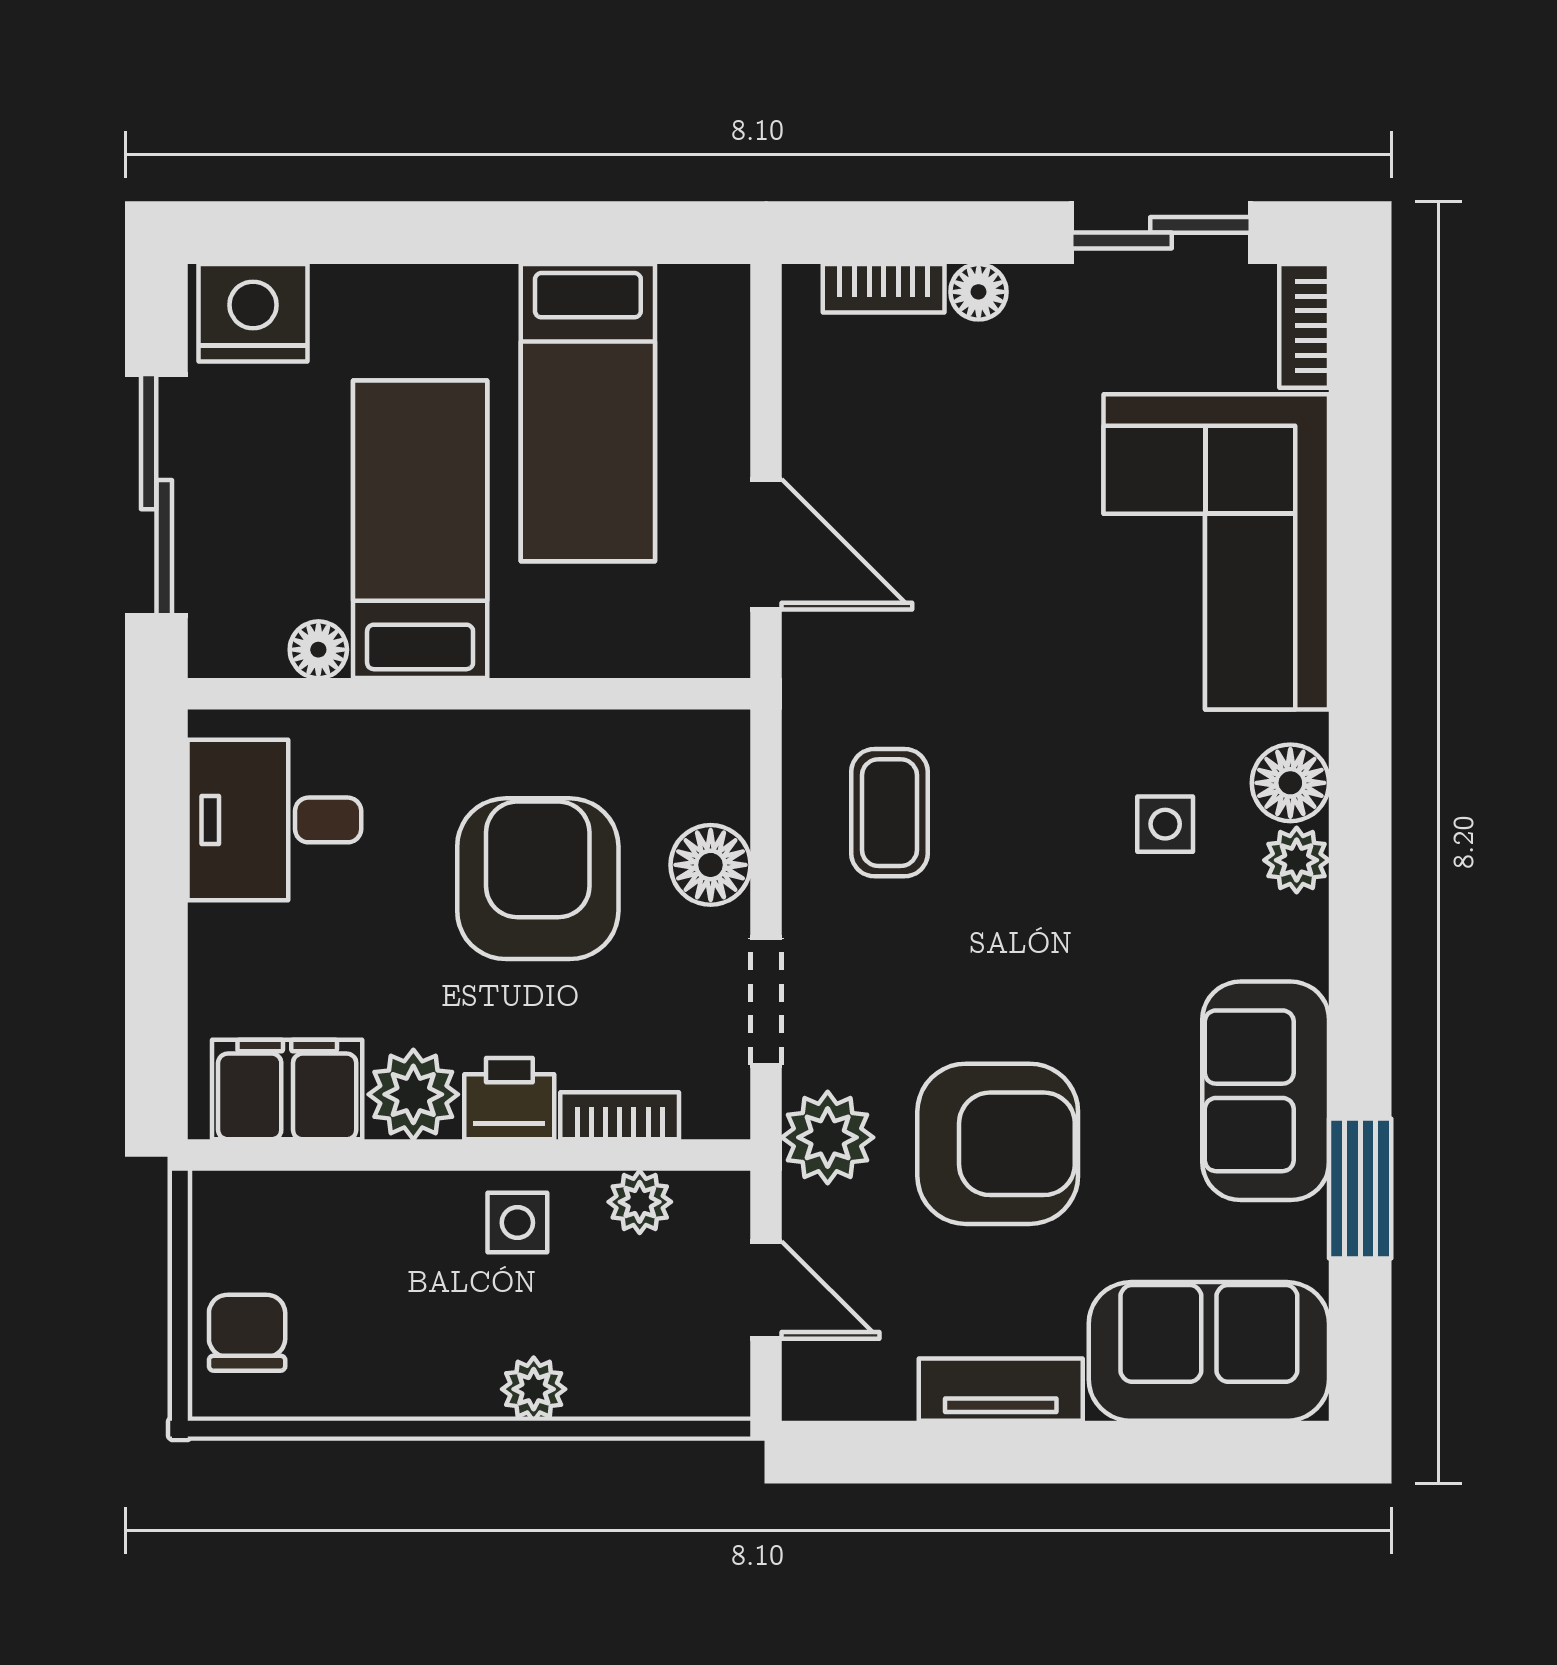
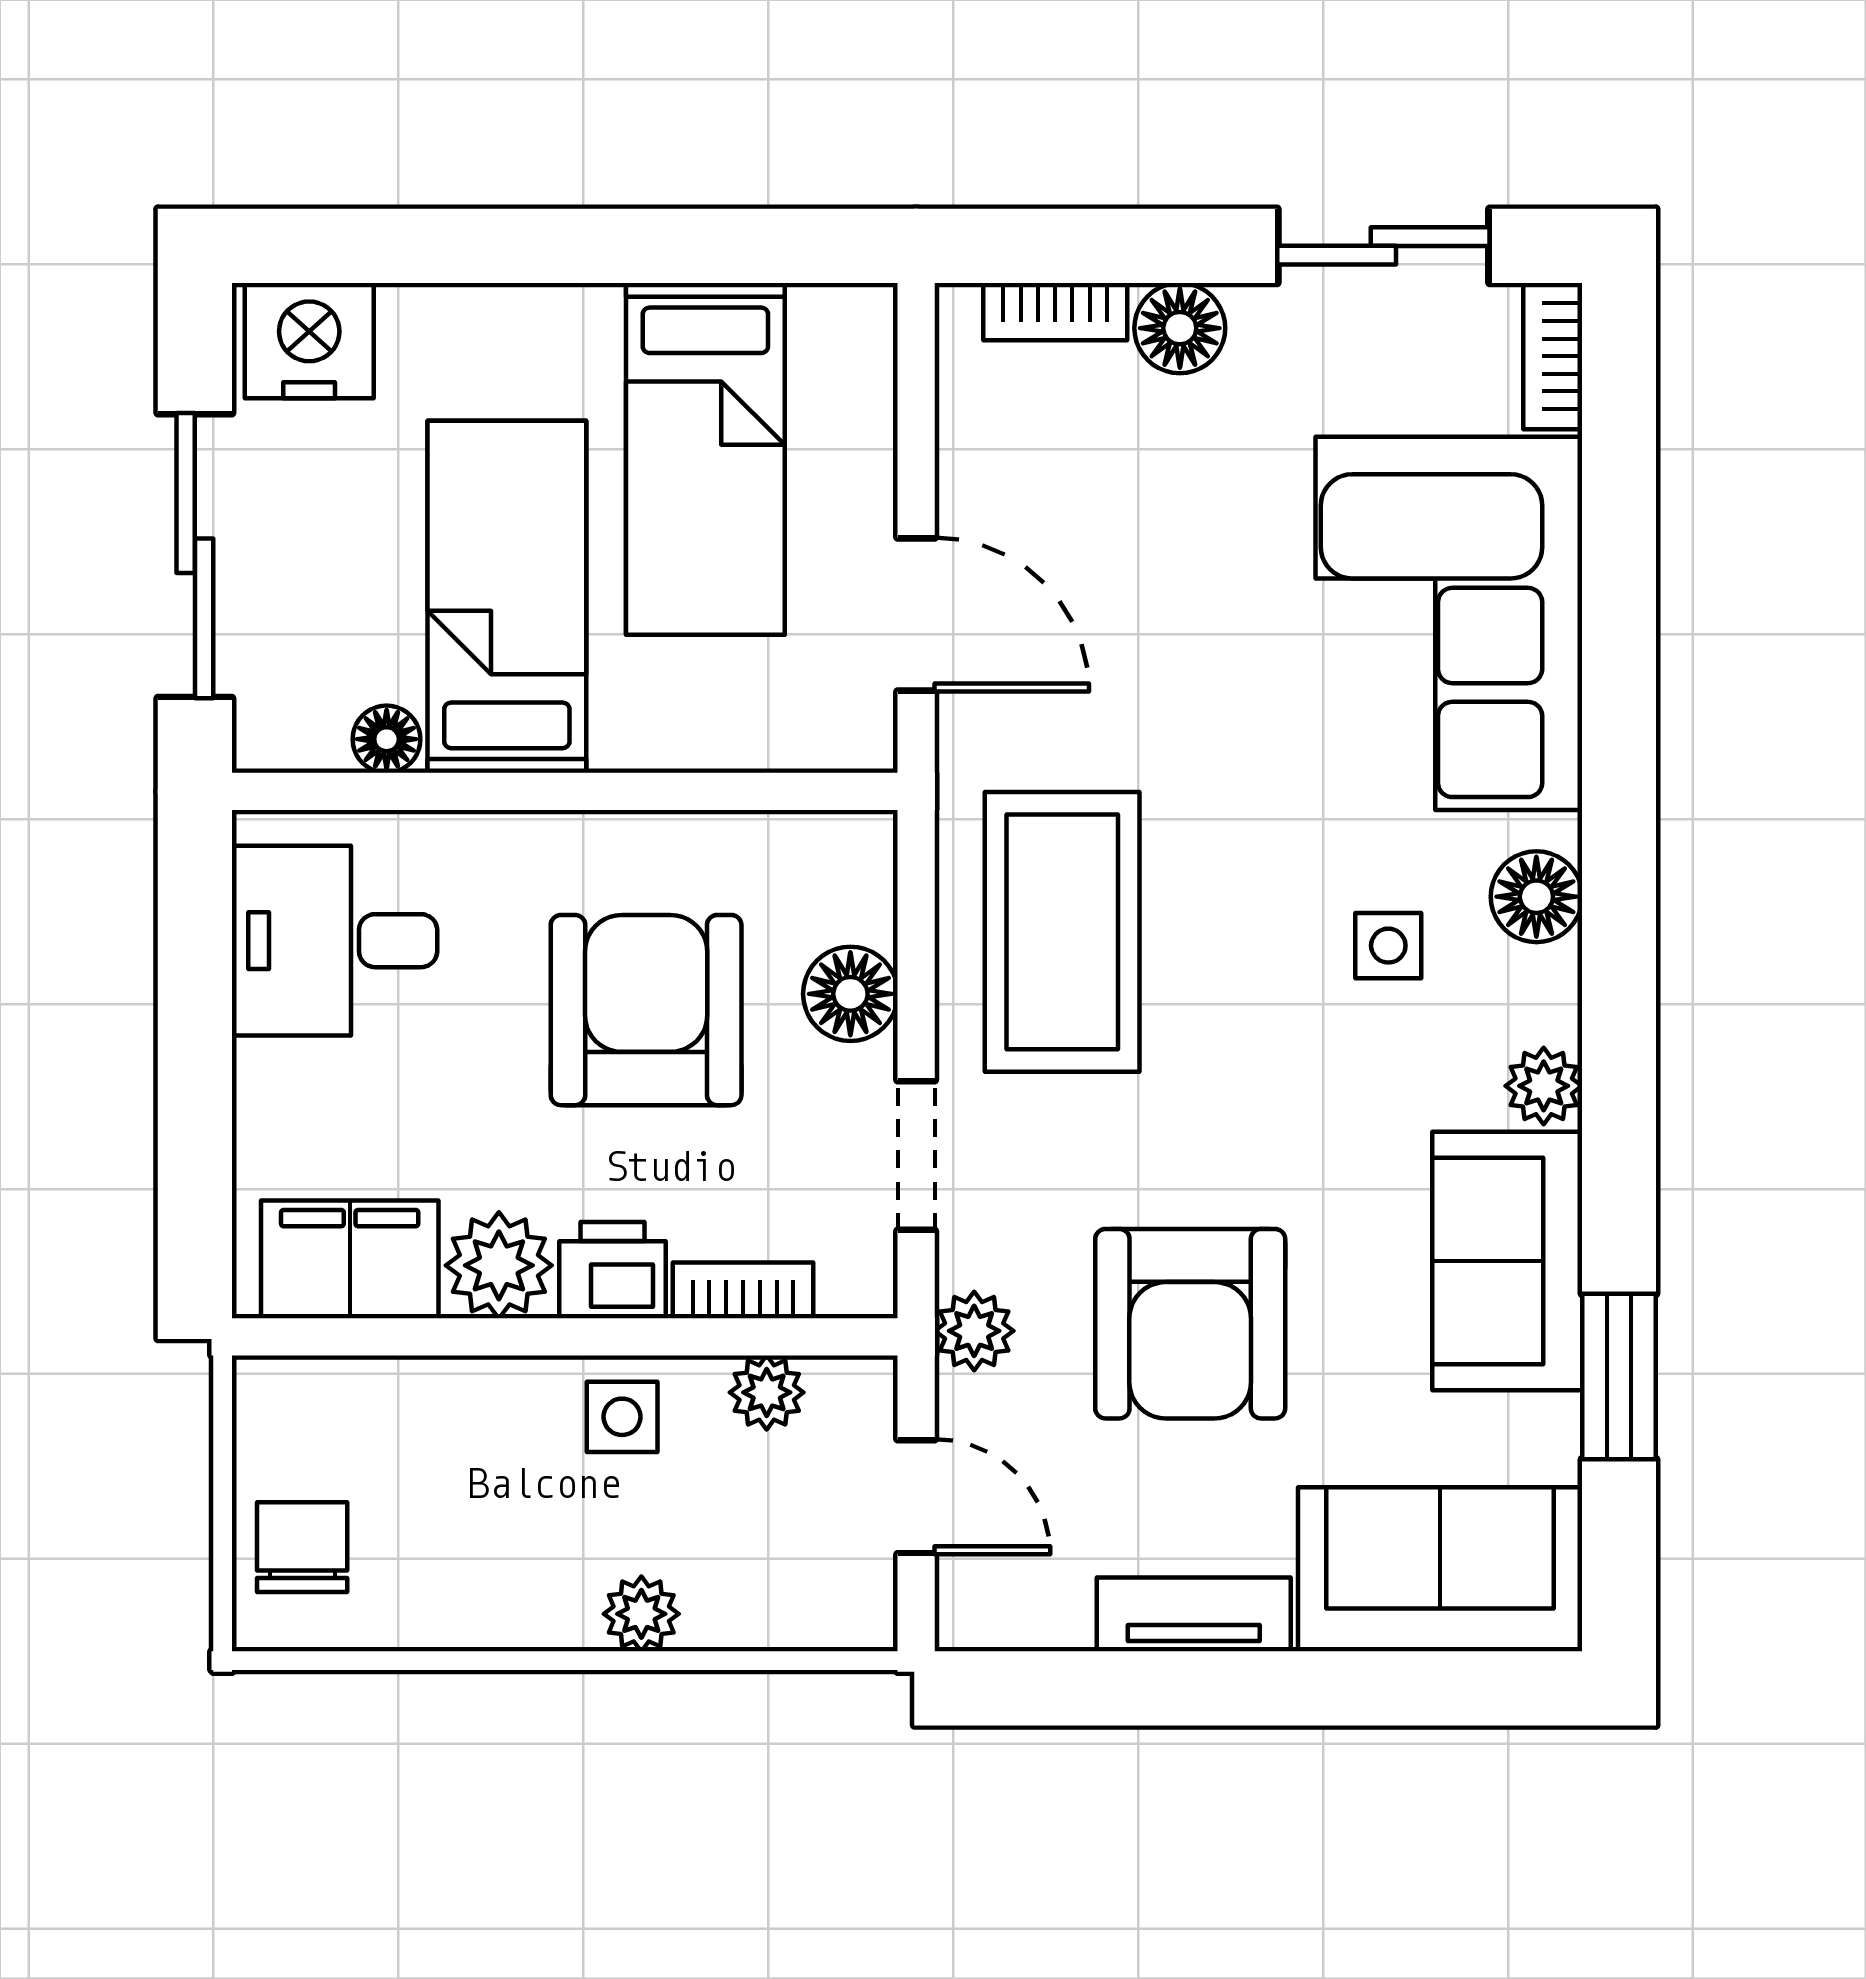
floor lamp: (979, 292) -> (1180, 328), width x1.37, depth x1.37
coffee table: (889, 813) -> (1062, 932), width x1.86, depth x1.72
plant: (1297, 860) -> (1544, 1086), moved
plant: (828, 1137) -> (974, 1331), width x0.73, depth x0.73
armchair: (998, 1144) -> (1190, 1324), turned 90

